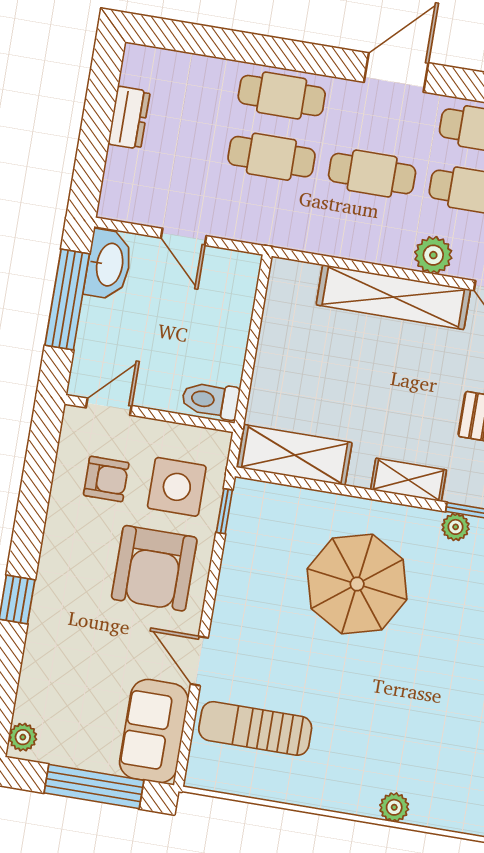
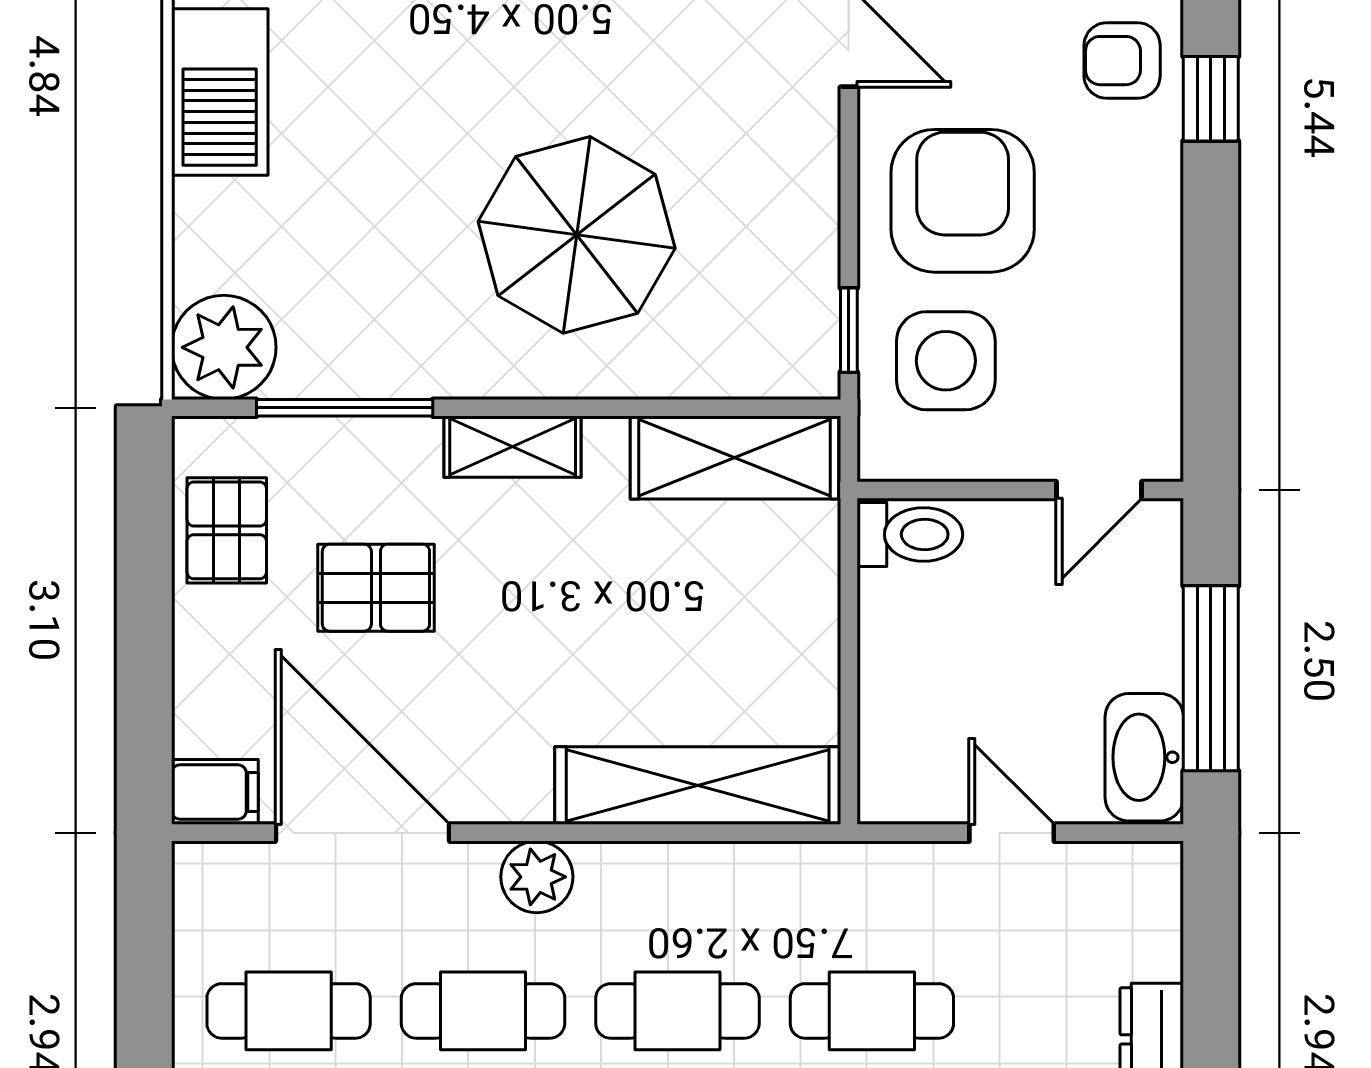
shelving: (393, 297) -> (698, 786), moved
armchair: (106, 479) -> (1122, 61), moved
plant: (456, 527) -> (410, 373), removed

